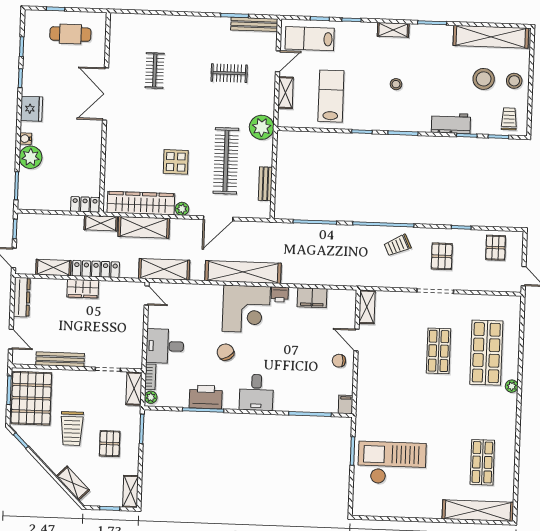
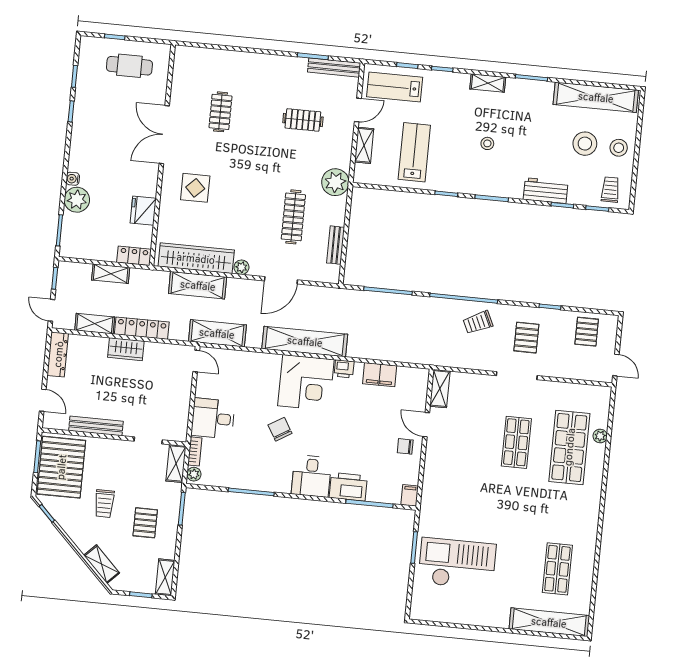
fridge: (32, 109) -> (143, 211), moved, turned 180
clothes rail: (226, 161) -> (293, 217), width x0.73, depth x0.76
display table: (176, 162) -> (195, 188), moved
shelving: (101, 223) -> (111, 274), moved
plant: (512, 386) -> (600, 436), moved
printer: (206, 397) -> (348, 487), moved
trolley: (72, 429) -> (104, 504), width x0.73, depth x0.72

